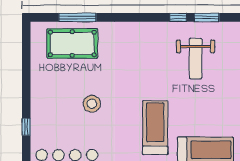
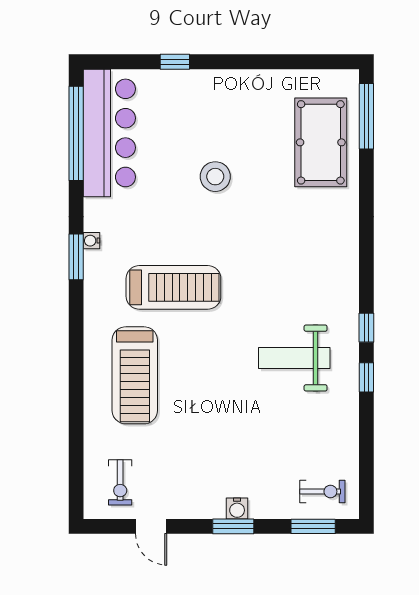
window: (77, 17) -> (366, 116), moved
window: (207, 17) -> (366, 377), width x0.67

